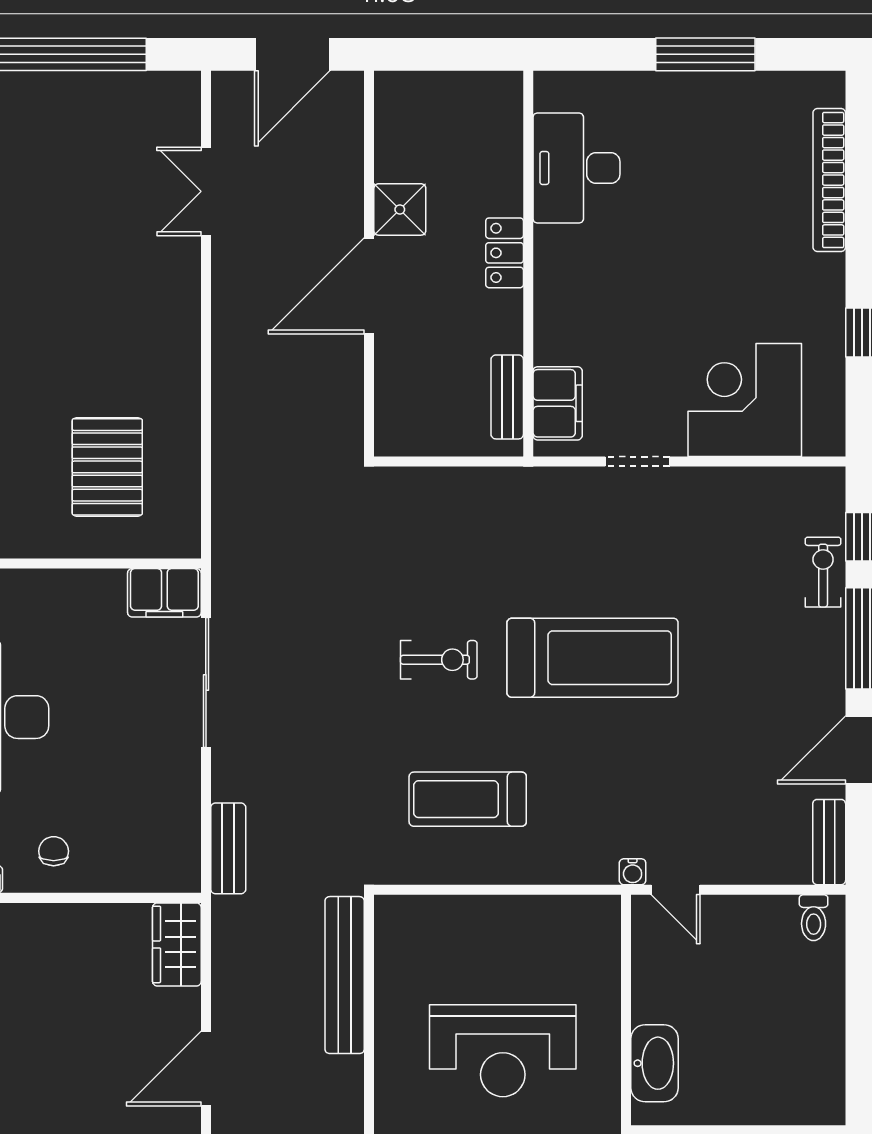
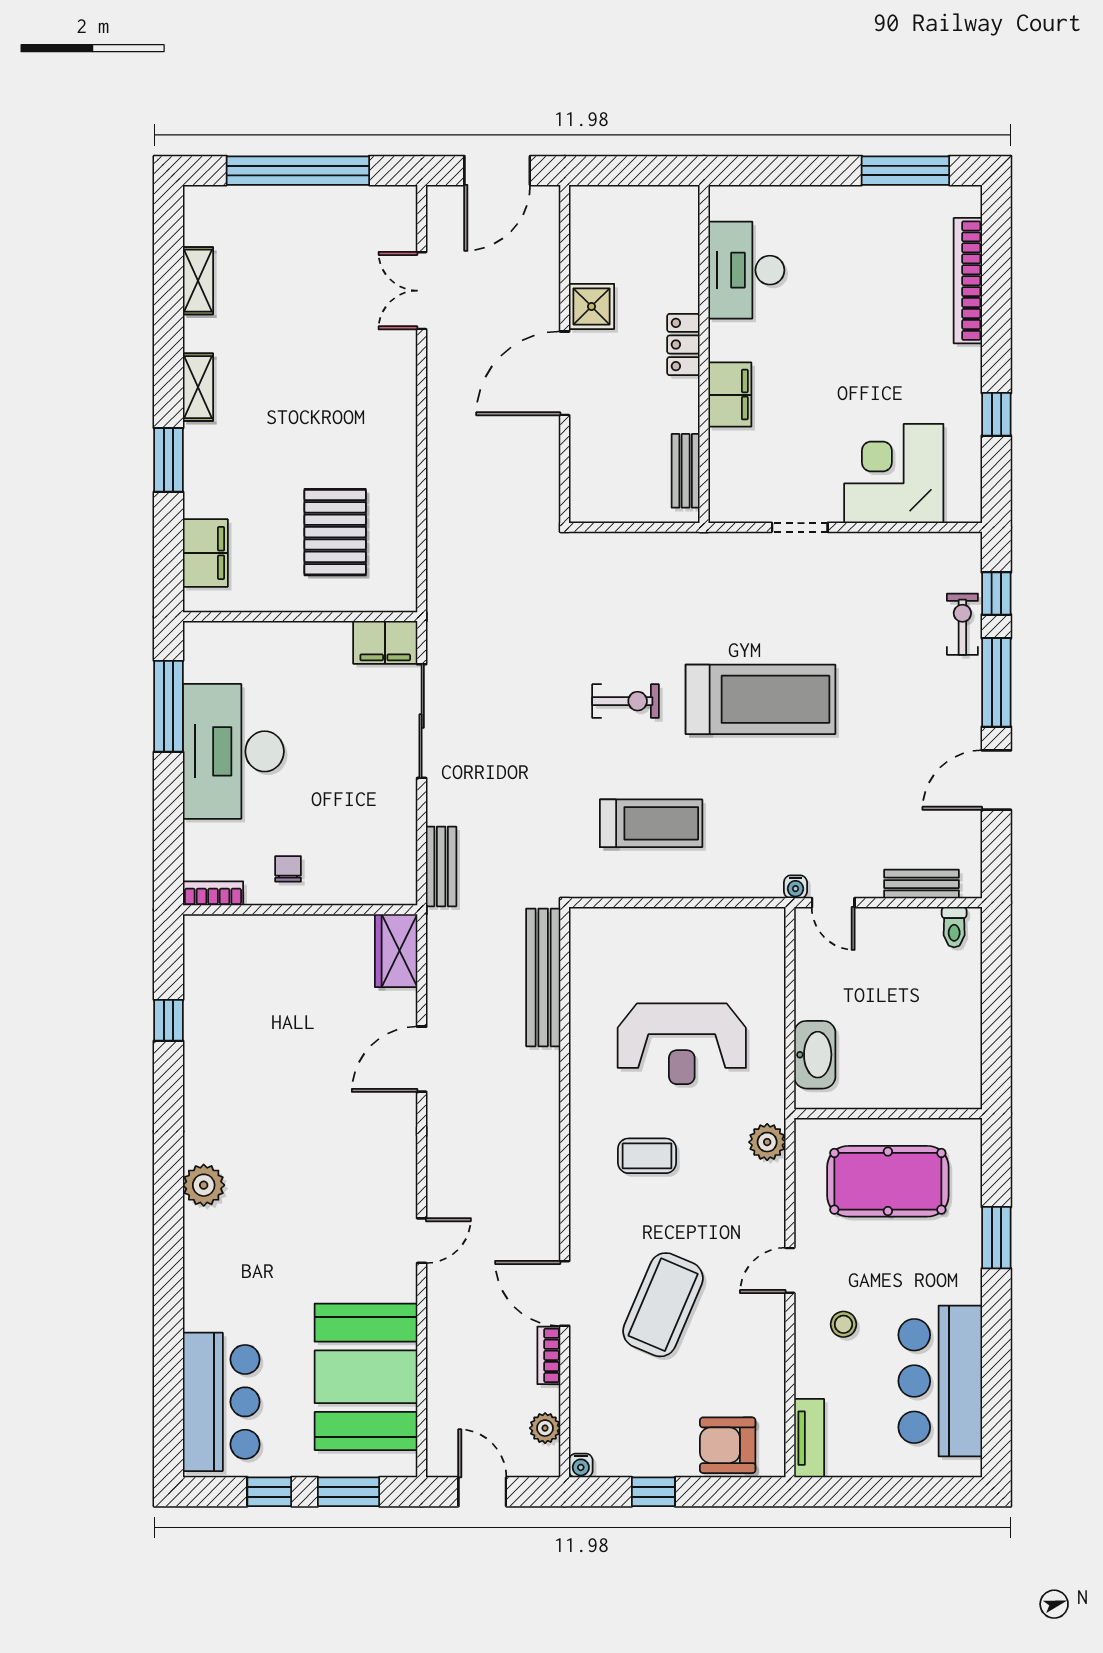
window: (705, 54) -> (905, 171), moved
filing cabinet: (558, 403) -> (730, 395), moved
treadmill: (468, 799) -> (651, 823), turned 180
bench: (829, 842) -> (921, 884), moved, turned 90

